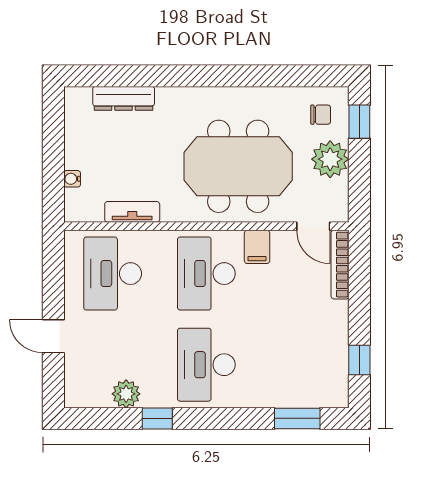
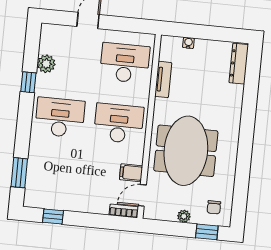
dresser: (124, 98) -> (239, 64), moved
plant: (330, 159) -> (184, 216), width x0.53, depth x0.53
filing cabinet: (257, 247) -> (131, 173), moved
bookcase: (340, 265) -> (124, 211), width x0.64

